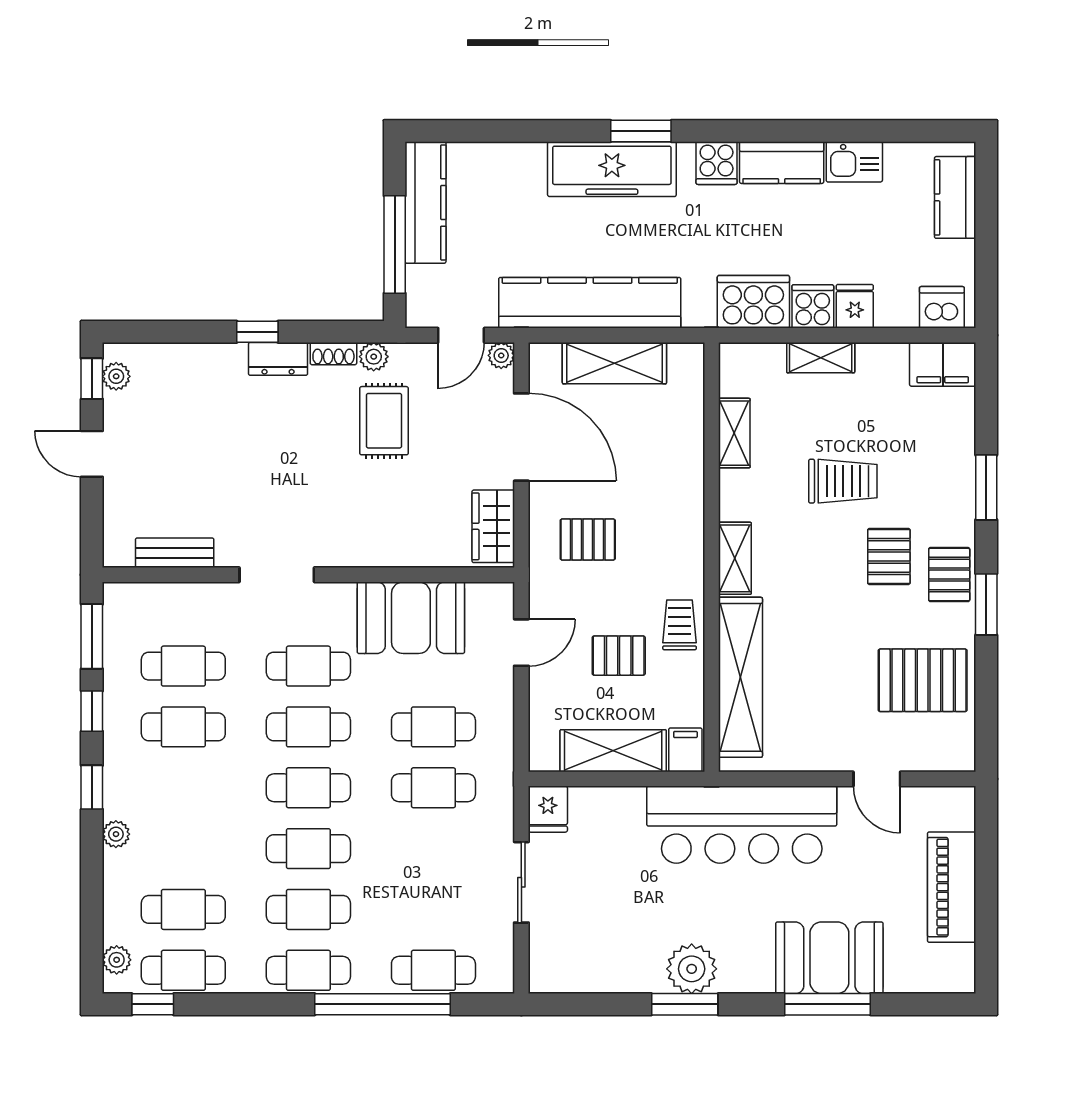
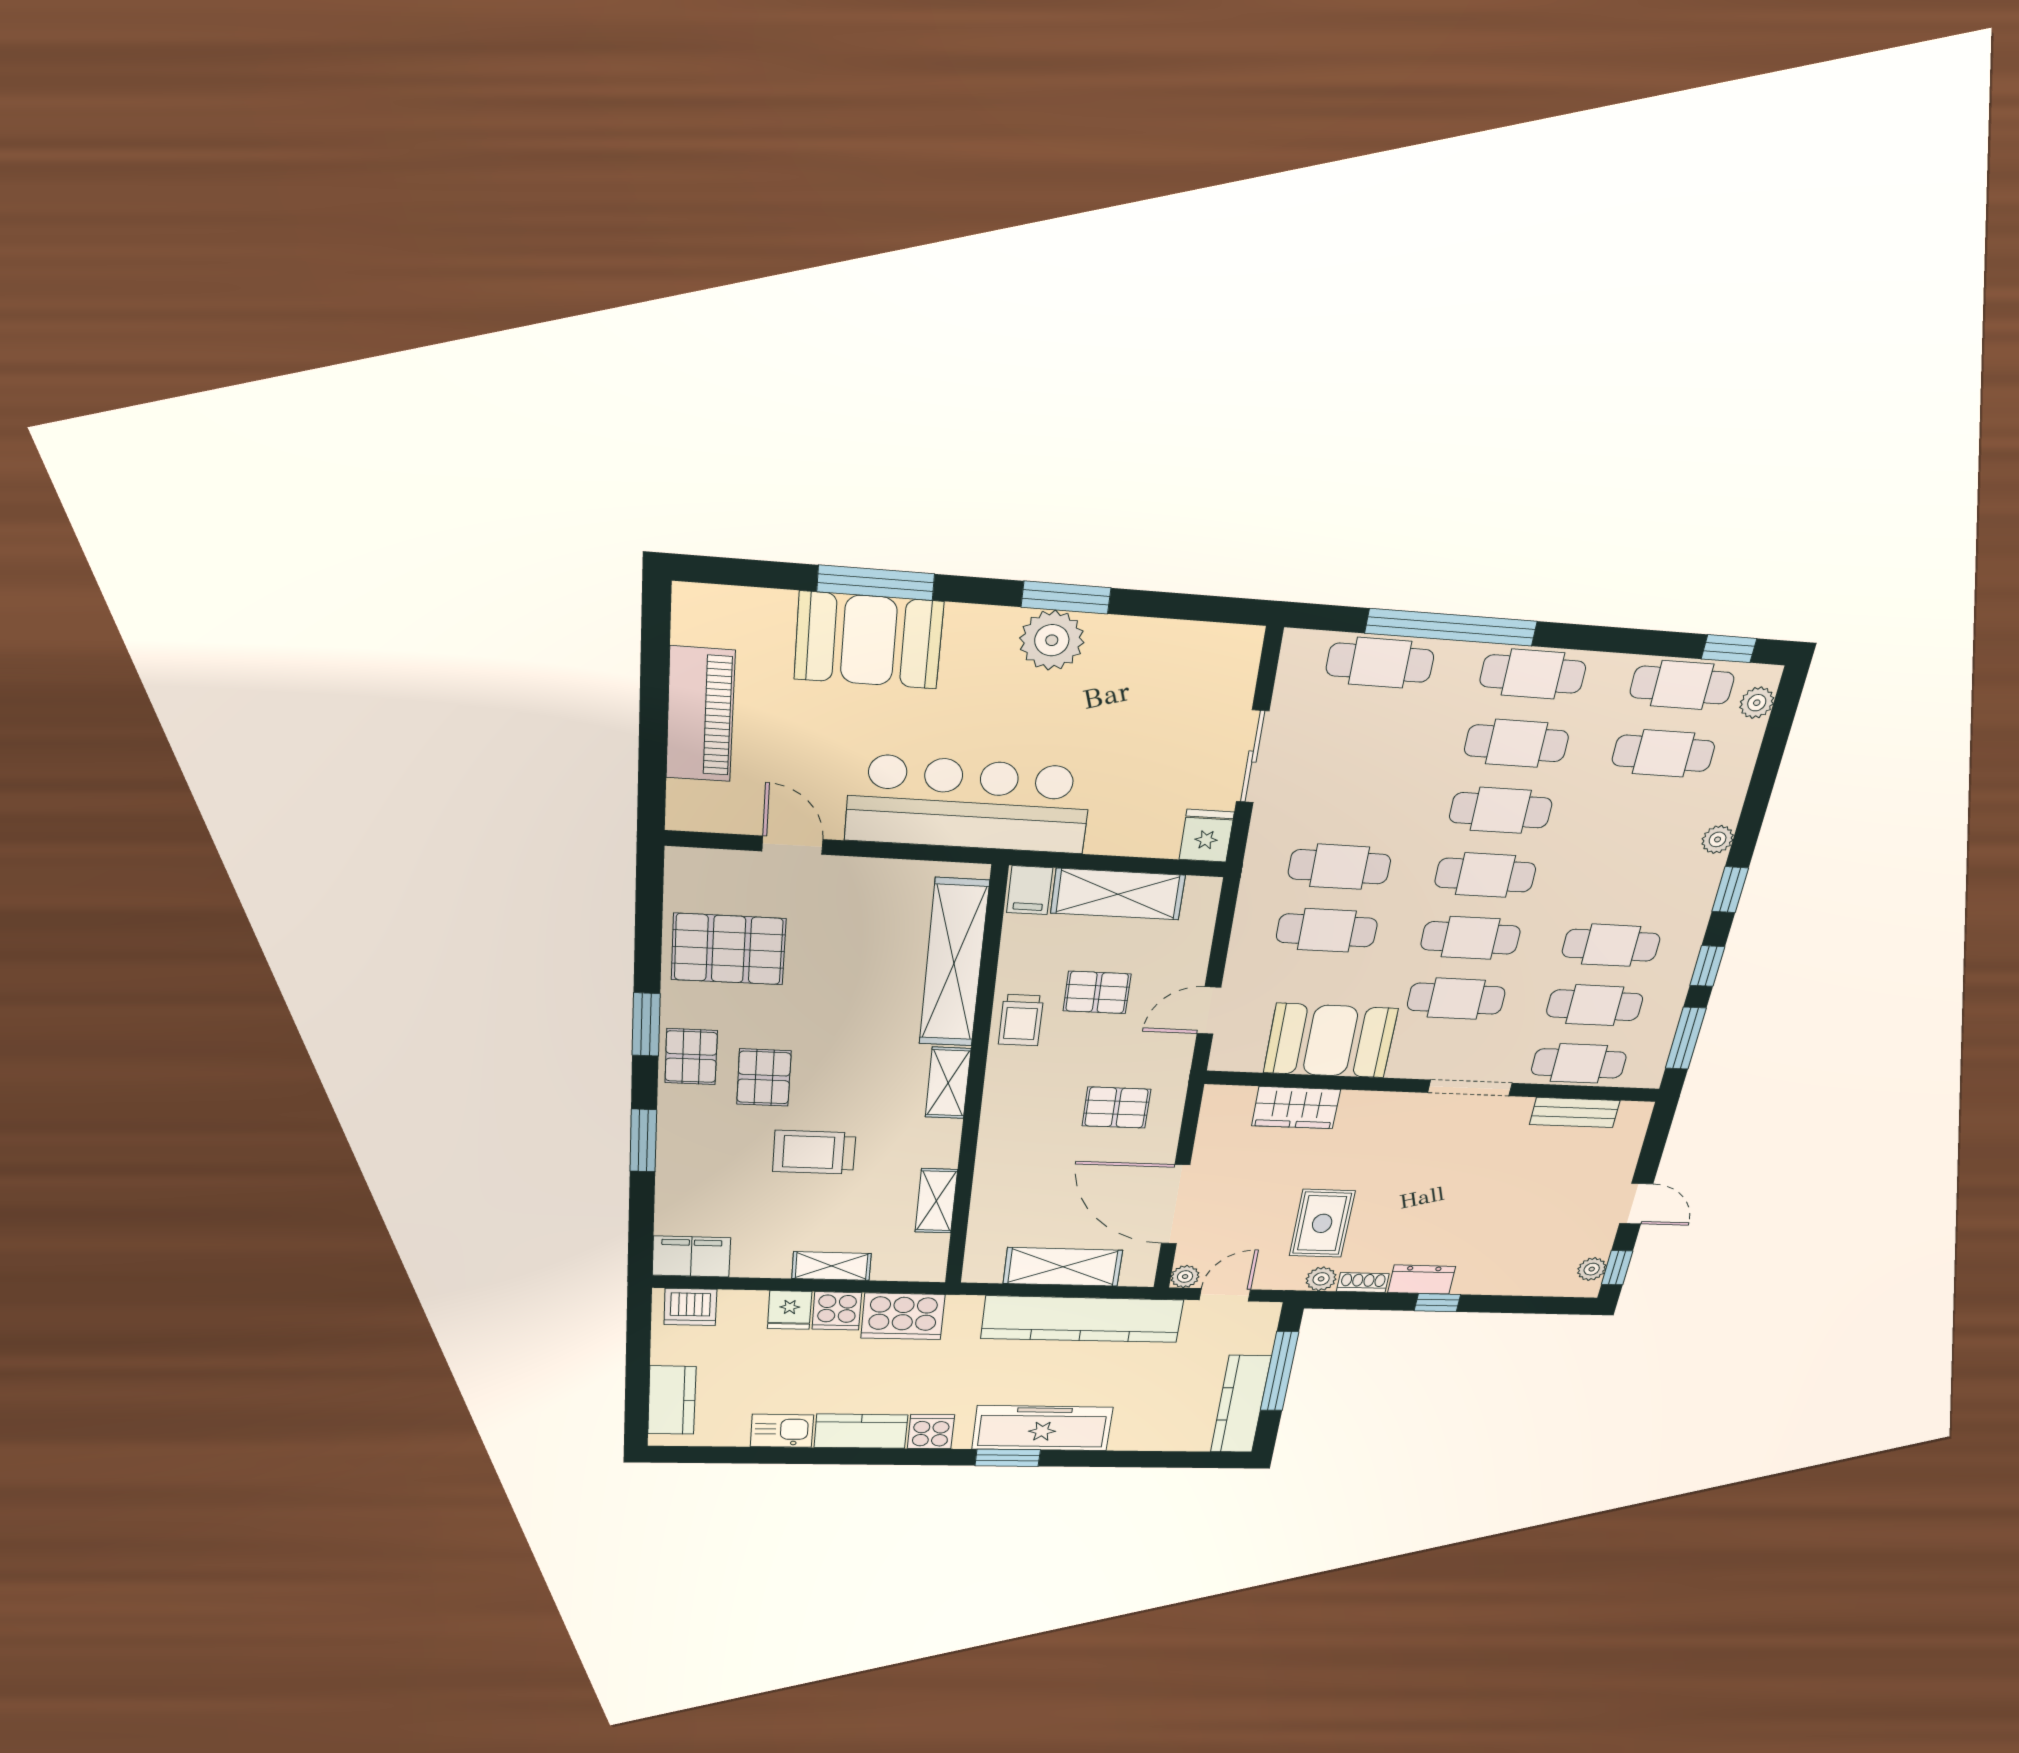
wardrobe: (493, 526) -> (1296, 1108), moved, turned 90
cafe table: (183, 605) -> (1579, 1063), added

